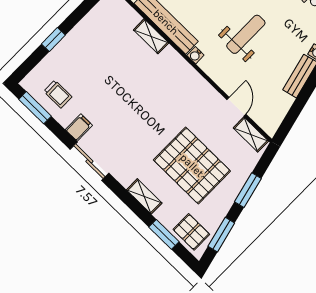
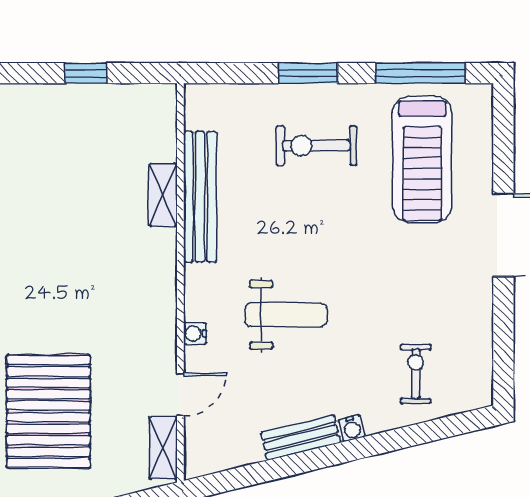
window: (53, 39) -> (86, 73), moved
water cooler: (195, 55) -> (195, 334), moved

